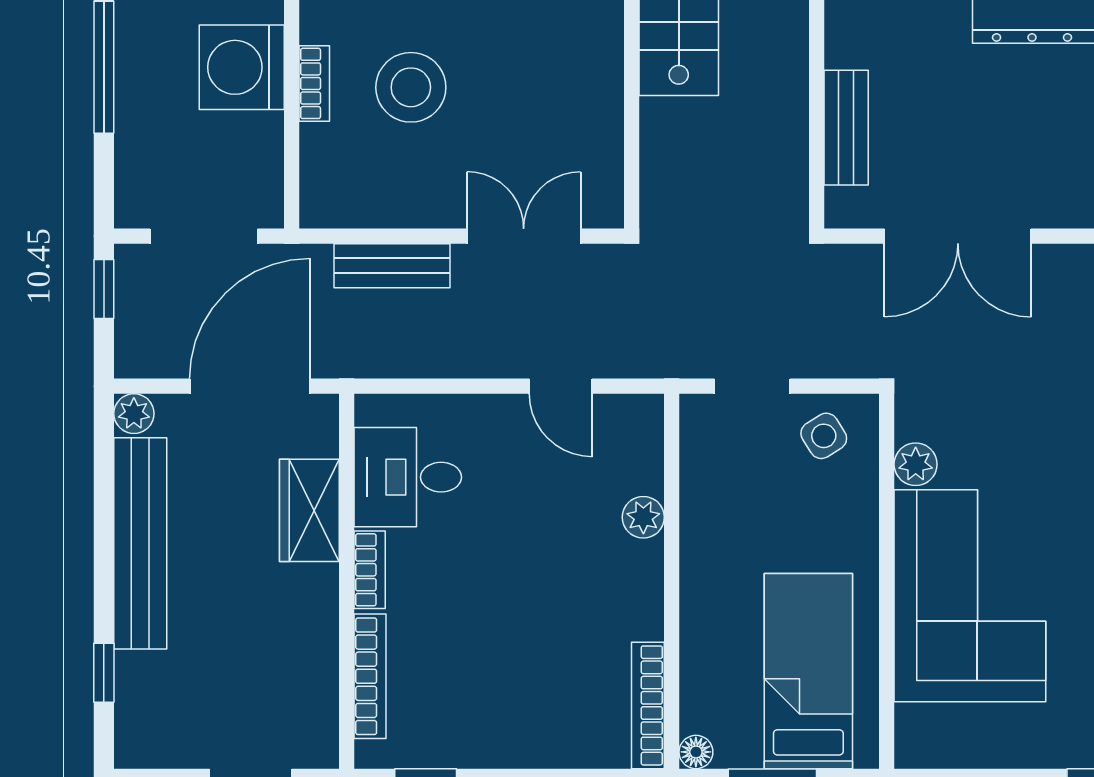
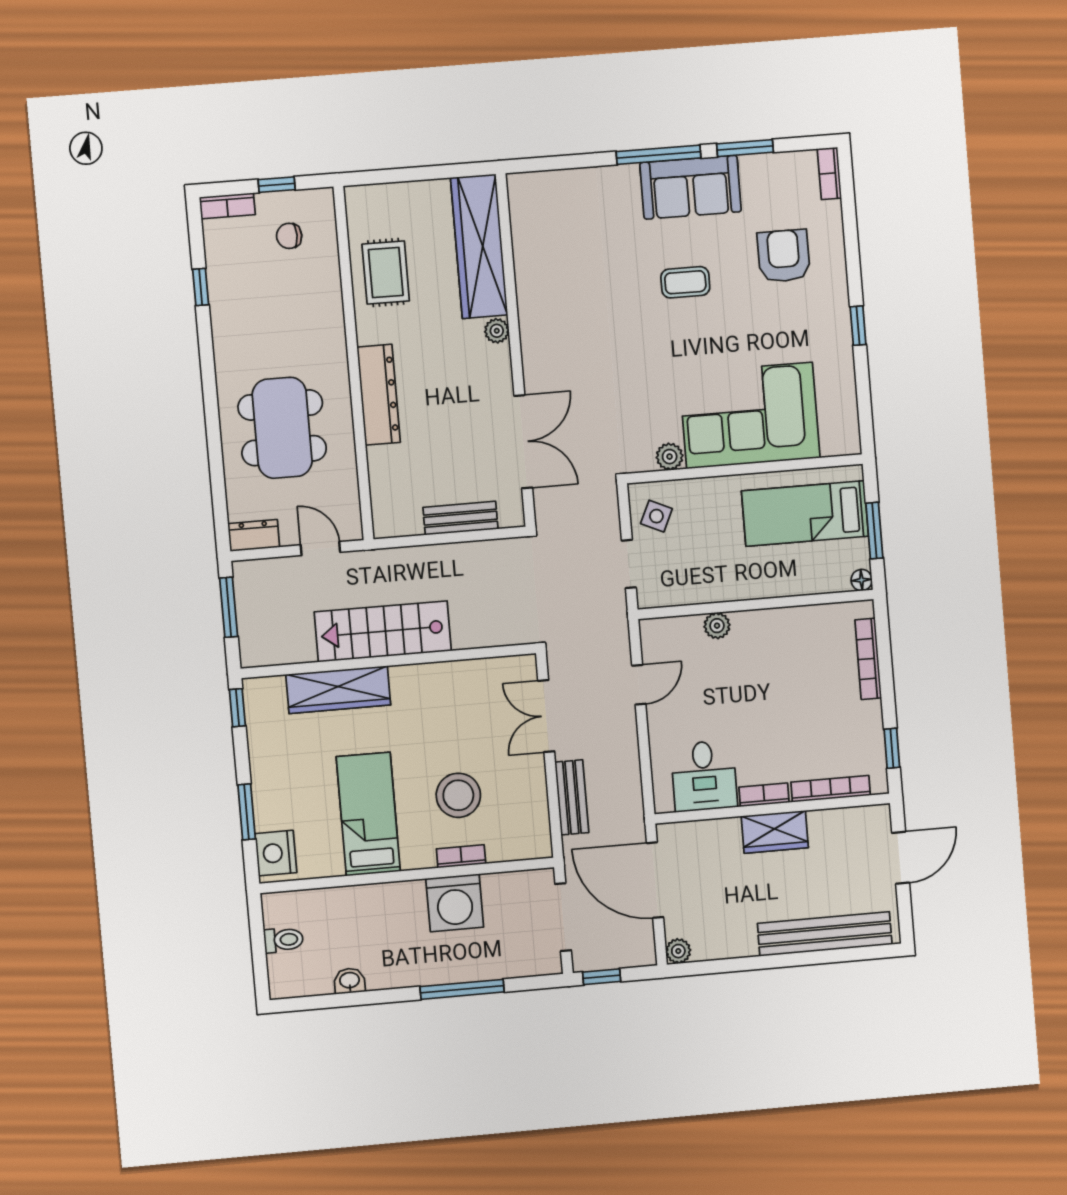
side table: (824, 436) -> (656, 516), turned -33
wardrobe: (309, 510) -> (775, 832), moved
bench: (140, 543) -> (825, 934), moved
window: (104, 673) -> (842, 955), removed
bookcase: (648, 705) -> (868, 659), moved, turned 90

